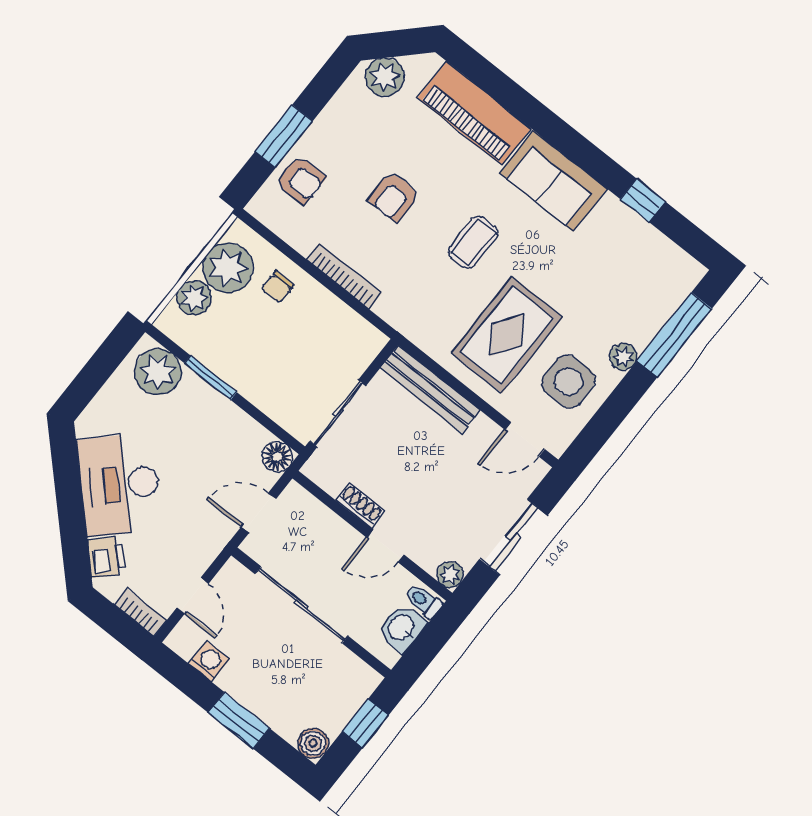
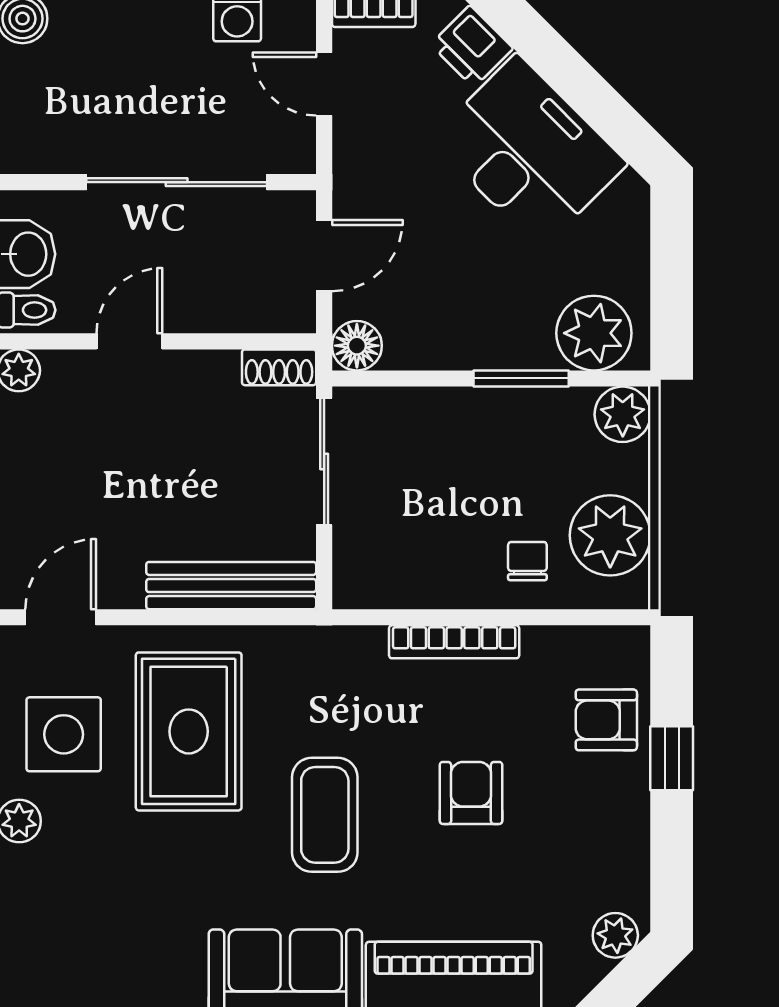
plant: (385, 77) -> (615, 935), width x0.73, depth x0.73
window: (284, 136) -> (672, 758), width x0.67
coffee table: (473, 242) -> (325, 815), width x1.36, depth x1.30
plant: (194, 298) -> (623, 414), moved
shoe rack: (360, 506) -> (279, 367), moved

